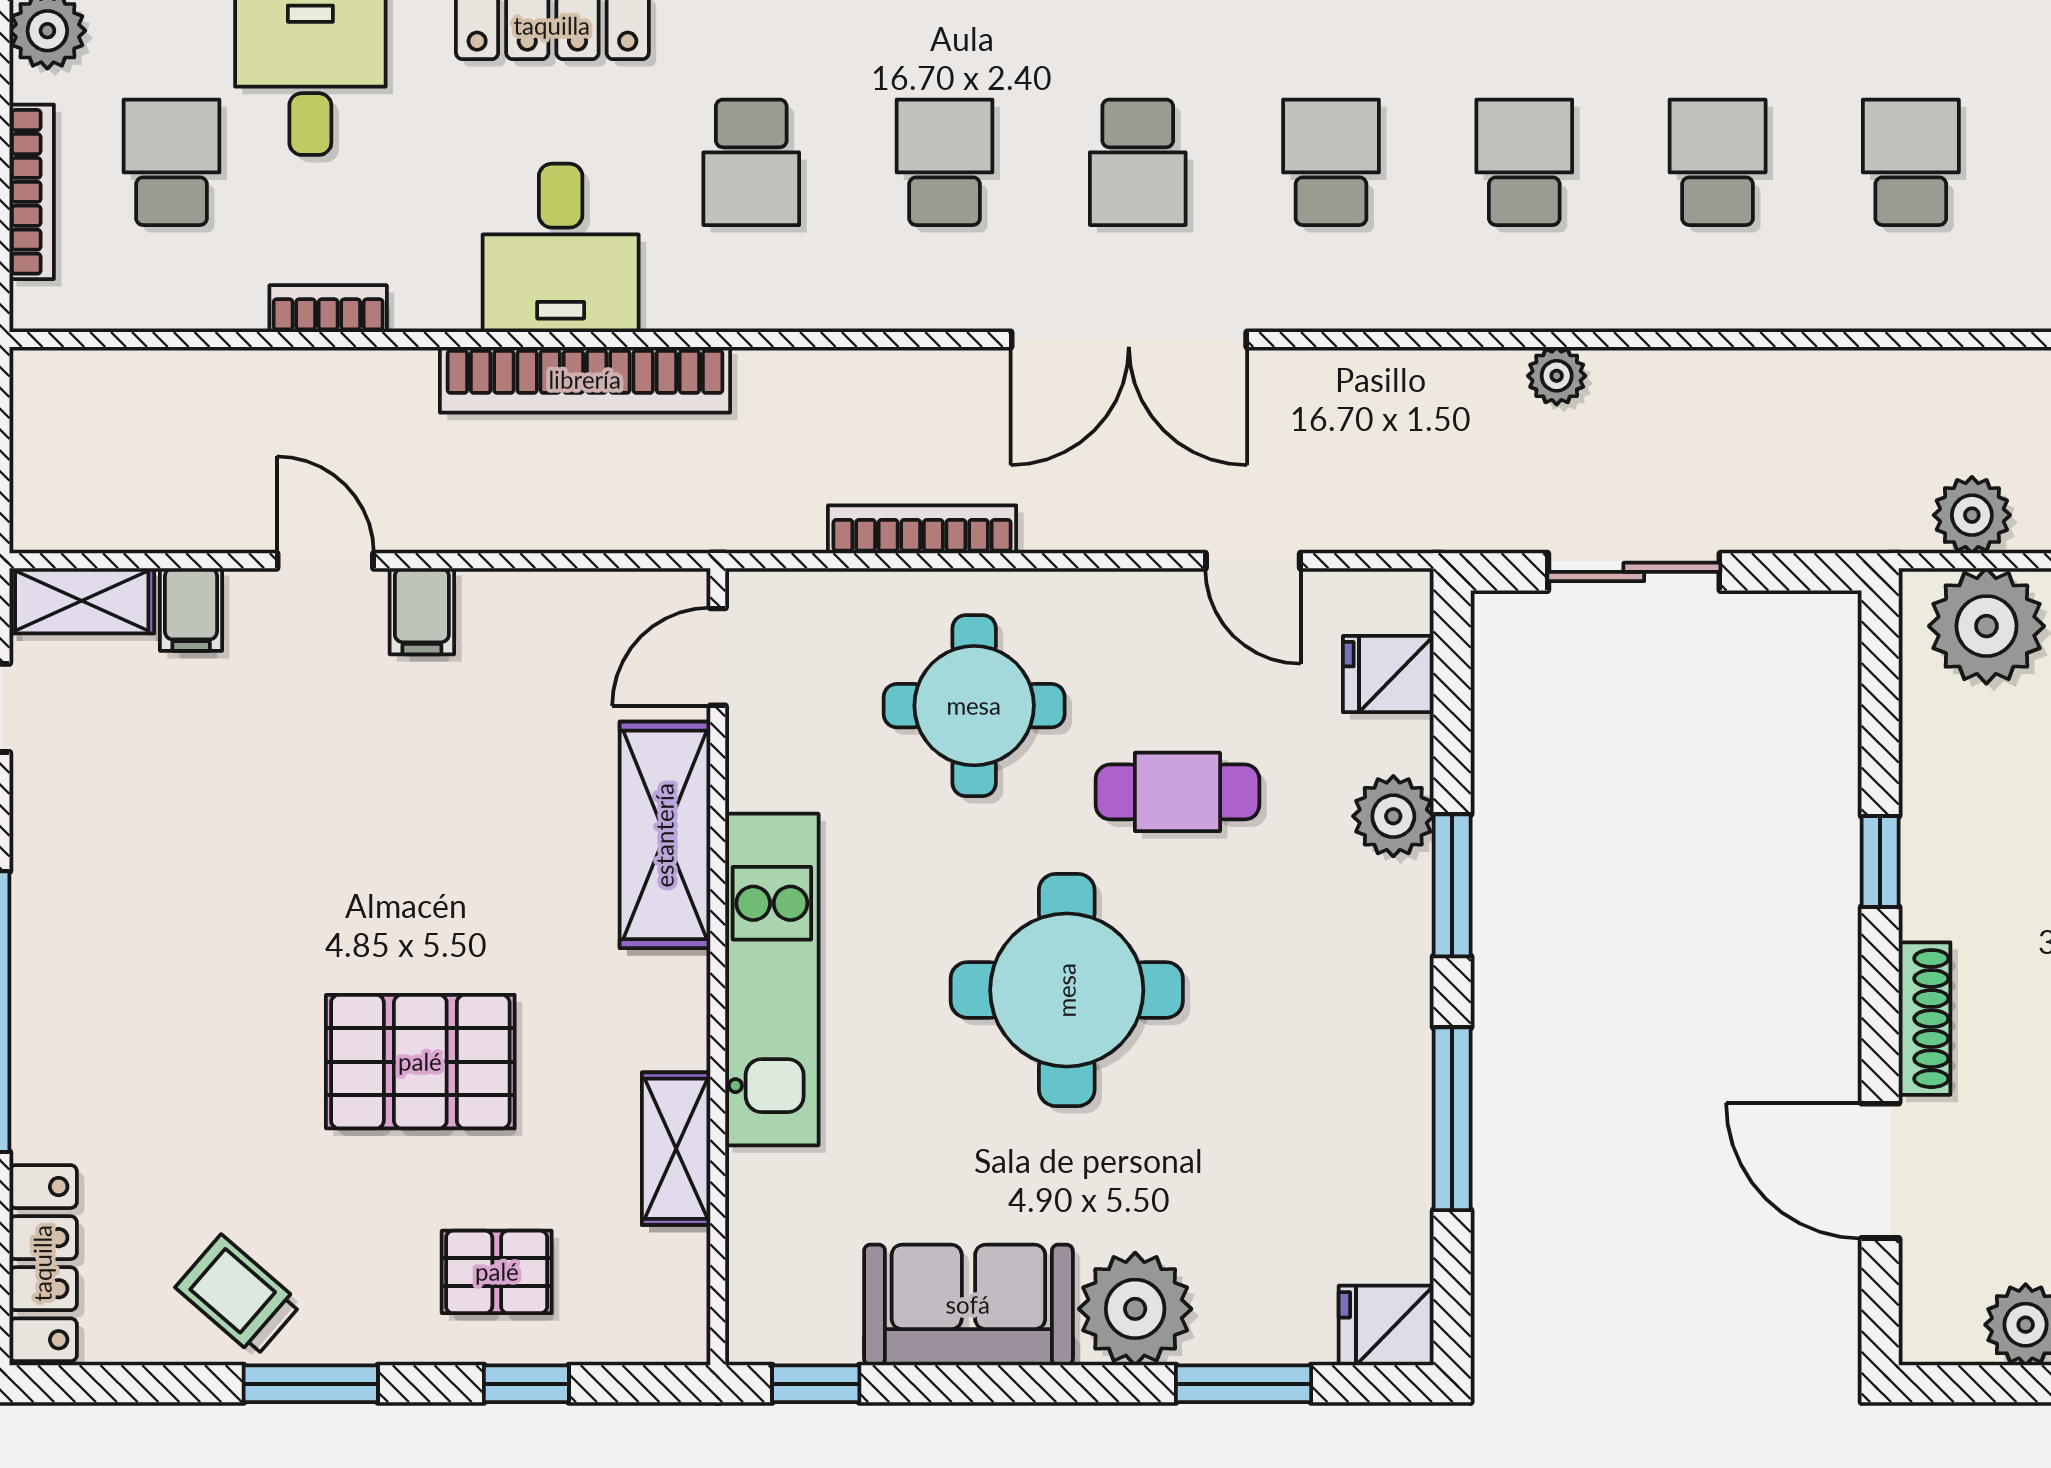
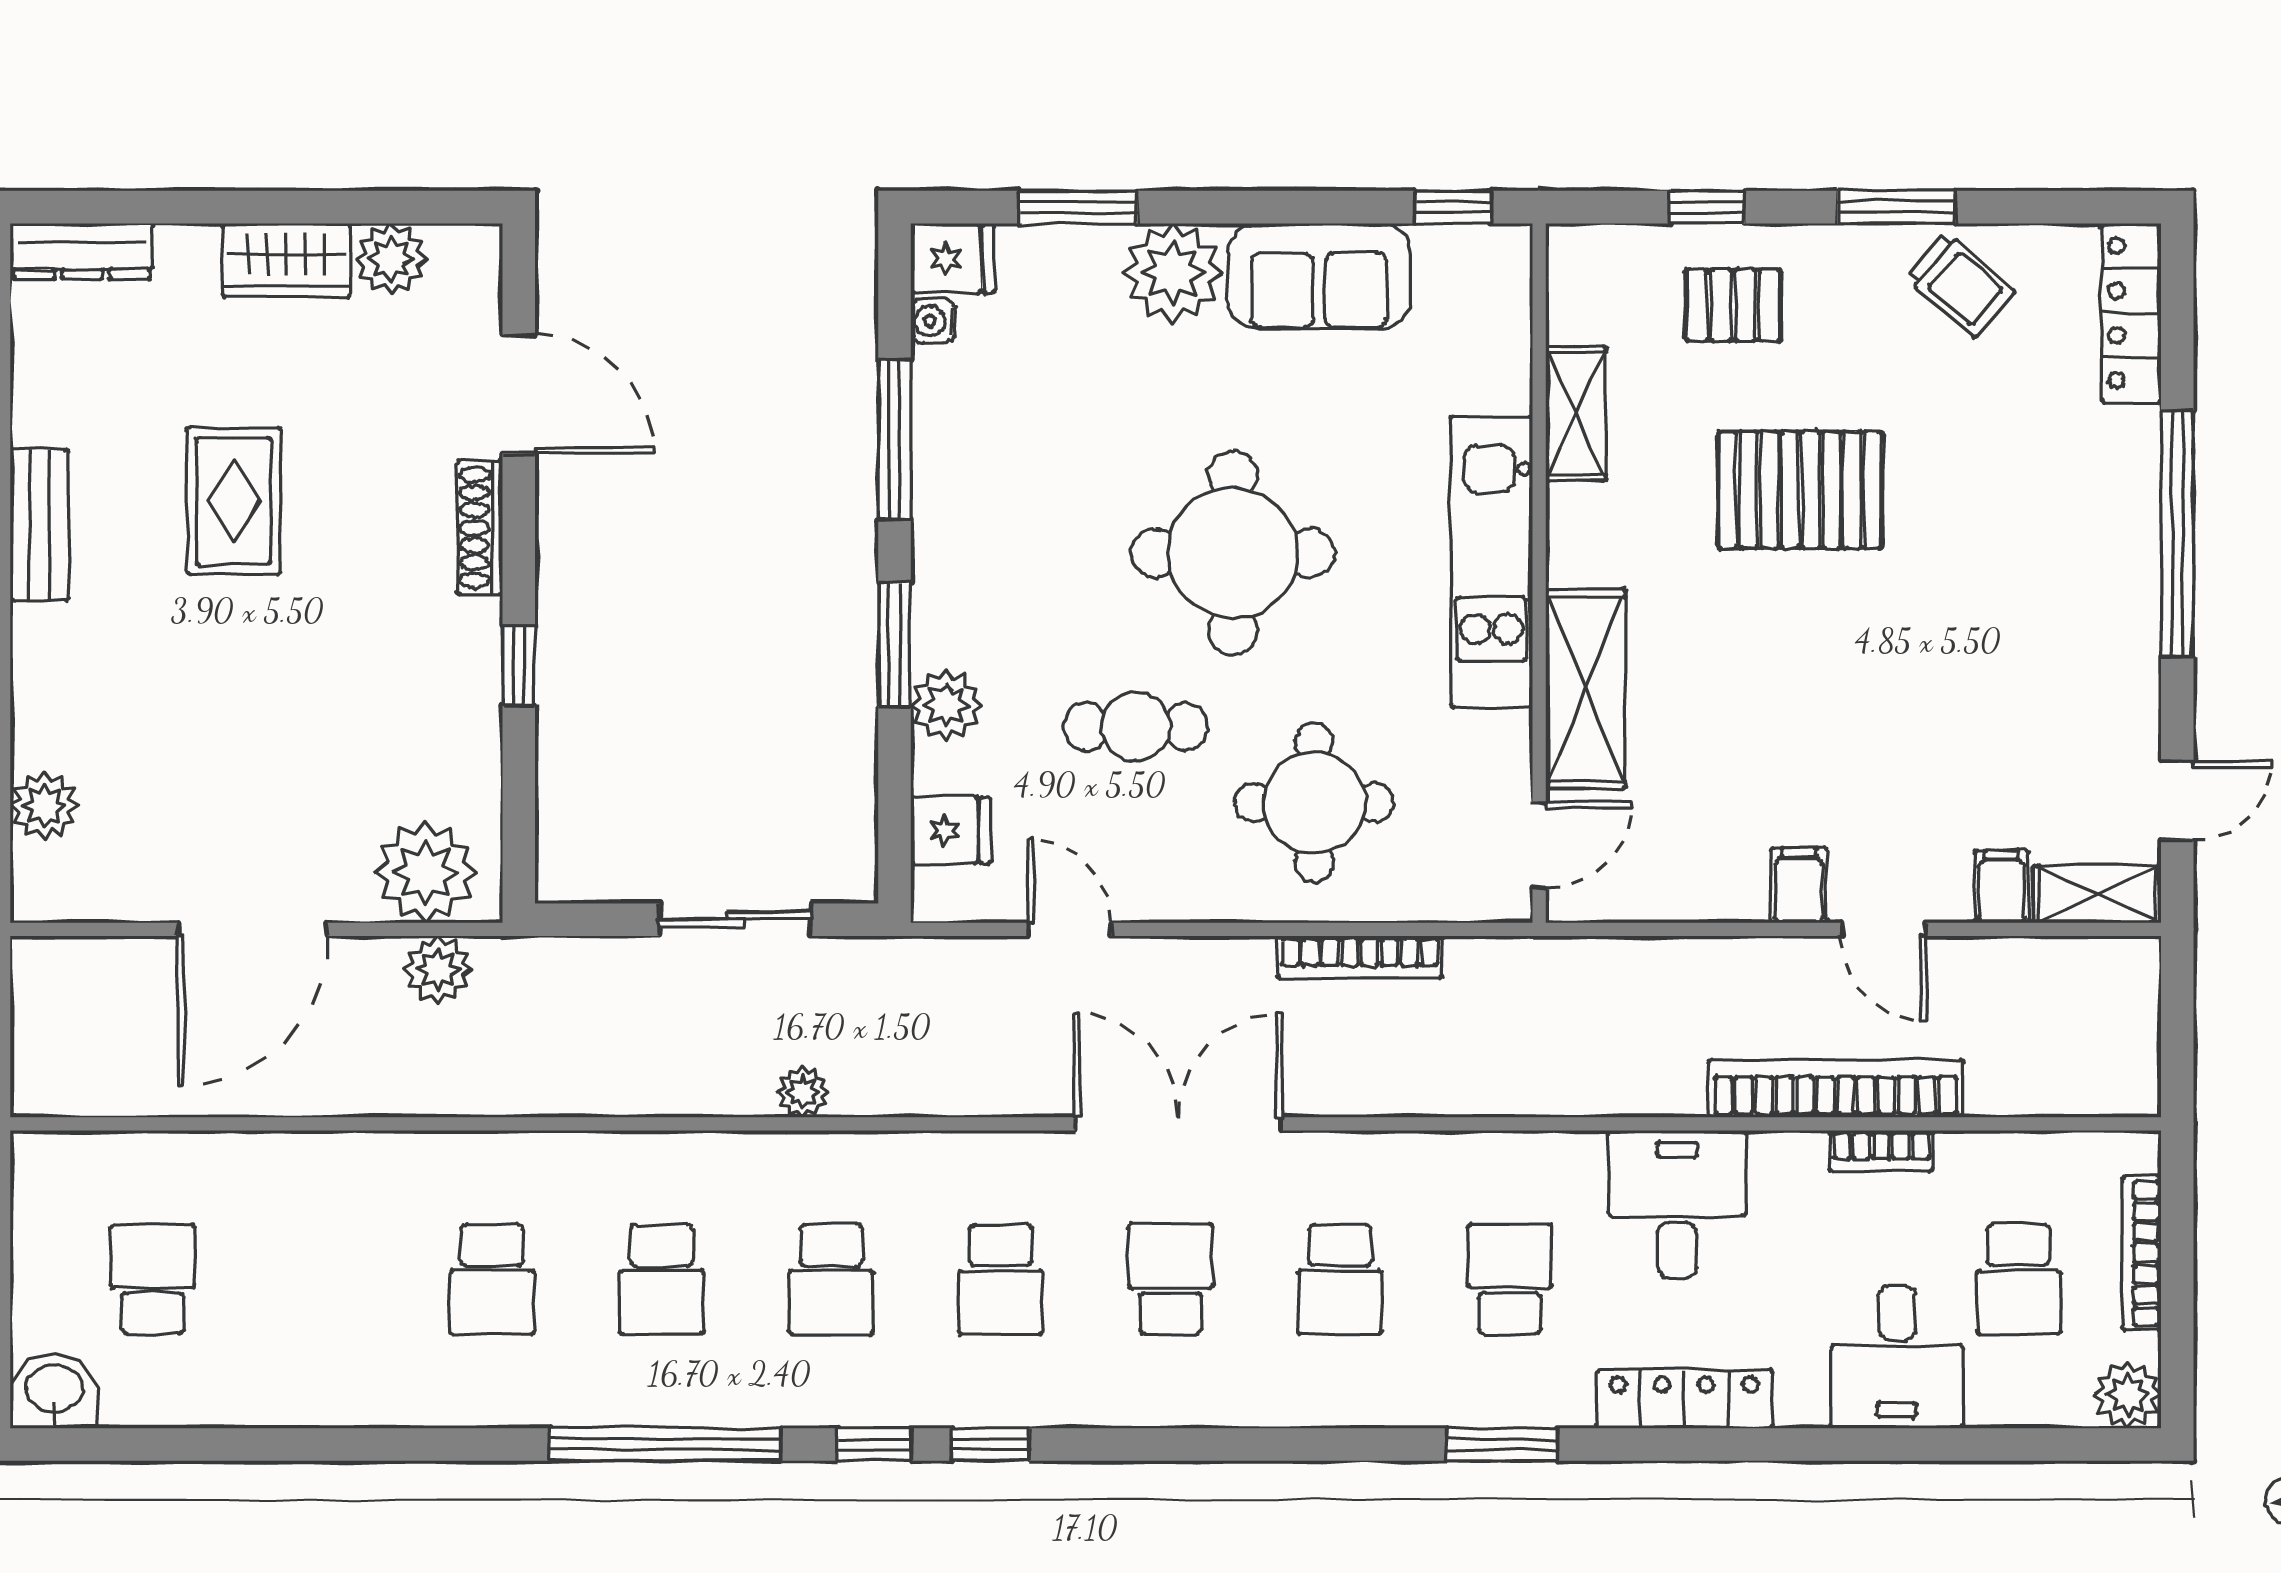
bookcase: (585, 380) -> (1836, 1088), moved
water cooler: (1408, 1254) -> (933, 321), added

